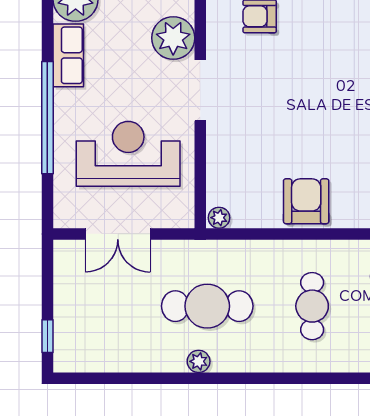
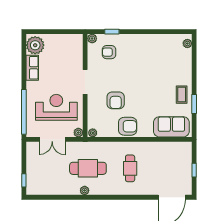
plant: (173, 38) -> (78, 133), moved, width x0.53, depth x0.53
window: (47, 118) -> (24, 112), moved
armchair: (276, 137) -> (116, 100), added
armchair: (306, 201) -> (128, 126), turned 90

